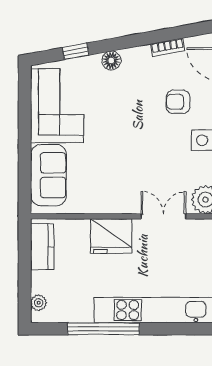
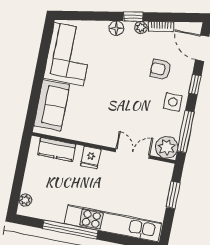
window: (76, 51) -> (133, 17), moved
plant: (143, 53) -> (141, 27), added
fridge: (111, 236) -> (91, 157), width x0.53, depth x0.75
kitchen counter: (42, 247) -> (57, 150), moved, turned 90

